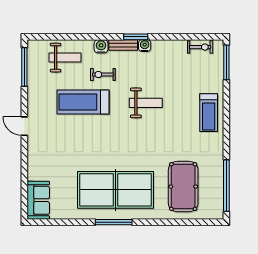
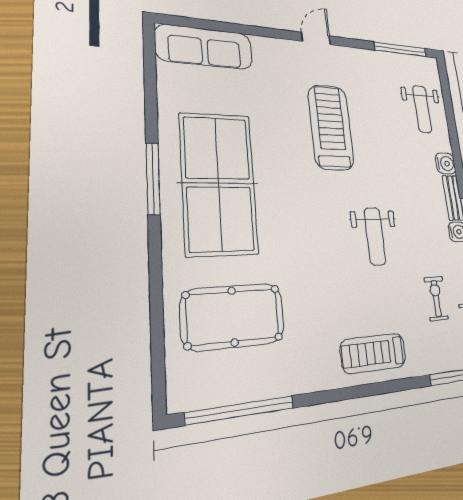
exercise bike: (103, 75) -> (436, 298), moved
treadmill: (83, 102) -> (331, 127), moved
sofa: (38, 200) -> (205, 47), width x1.36

